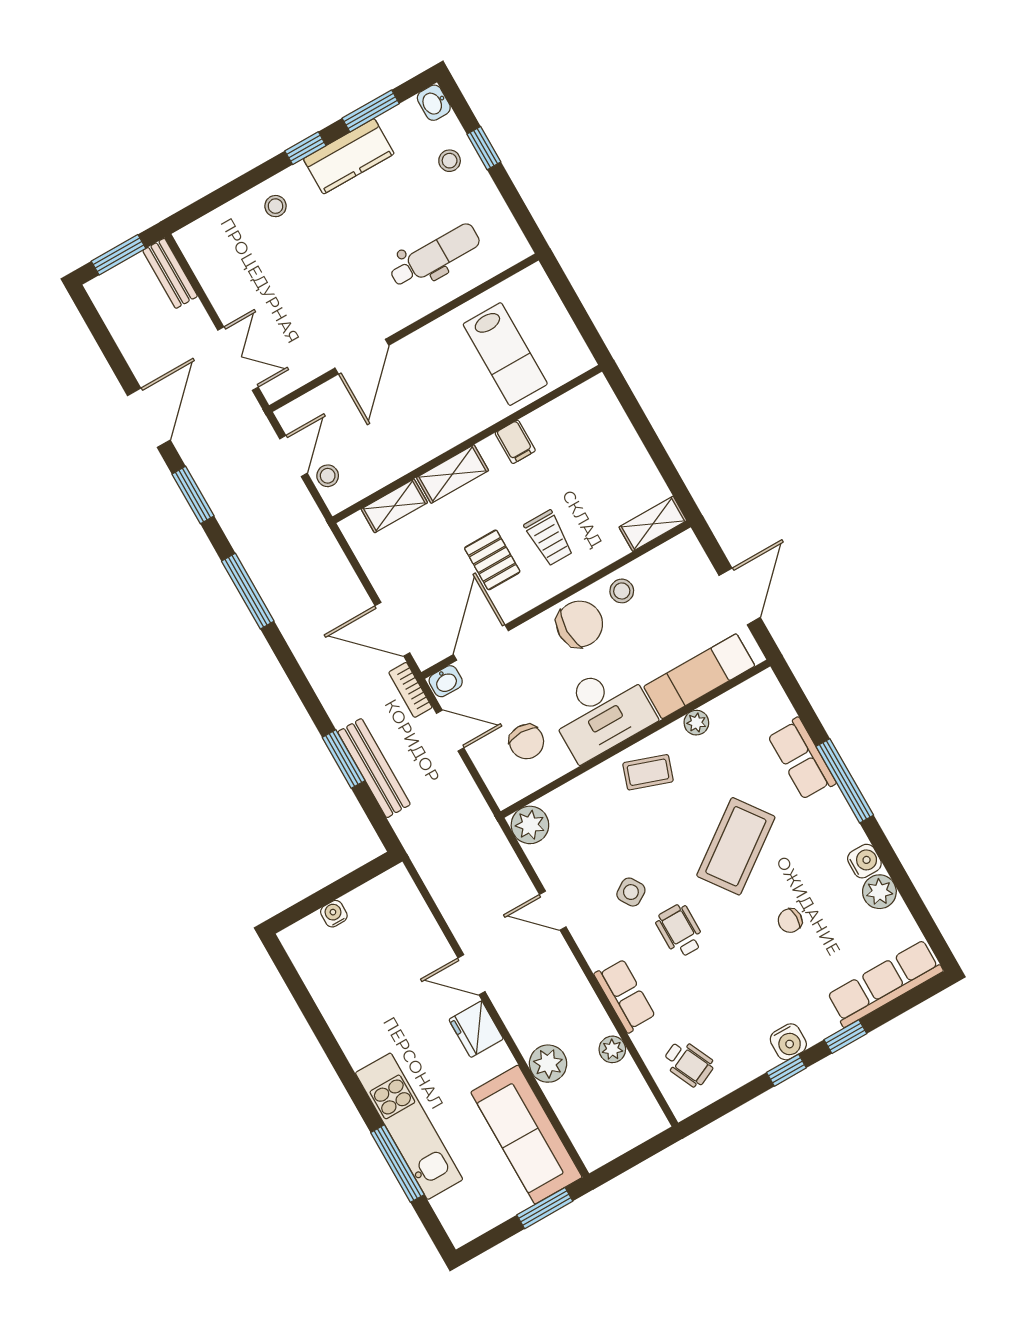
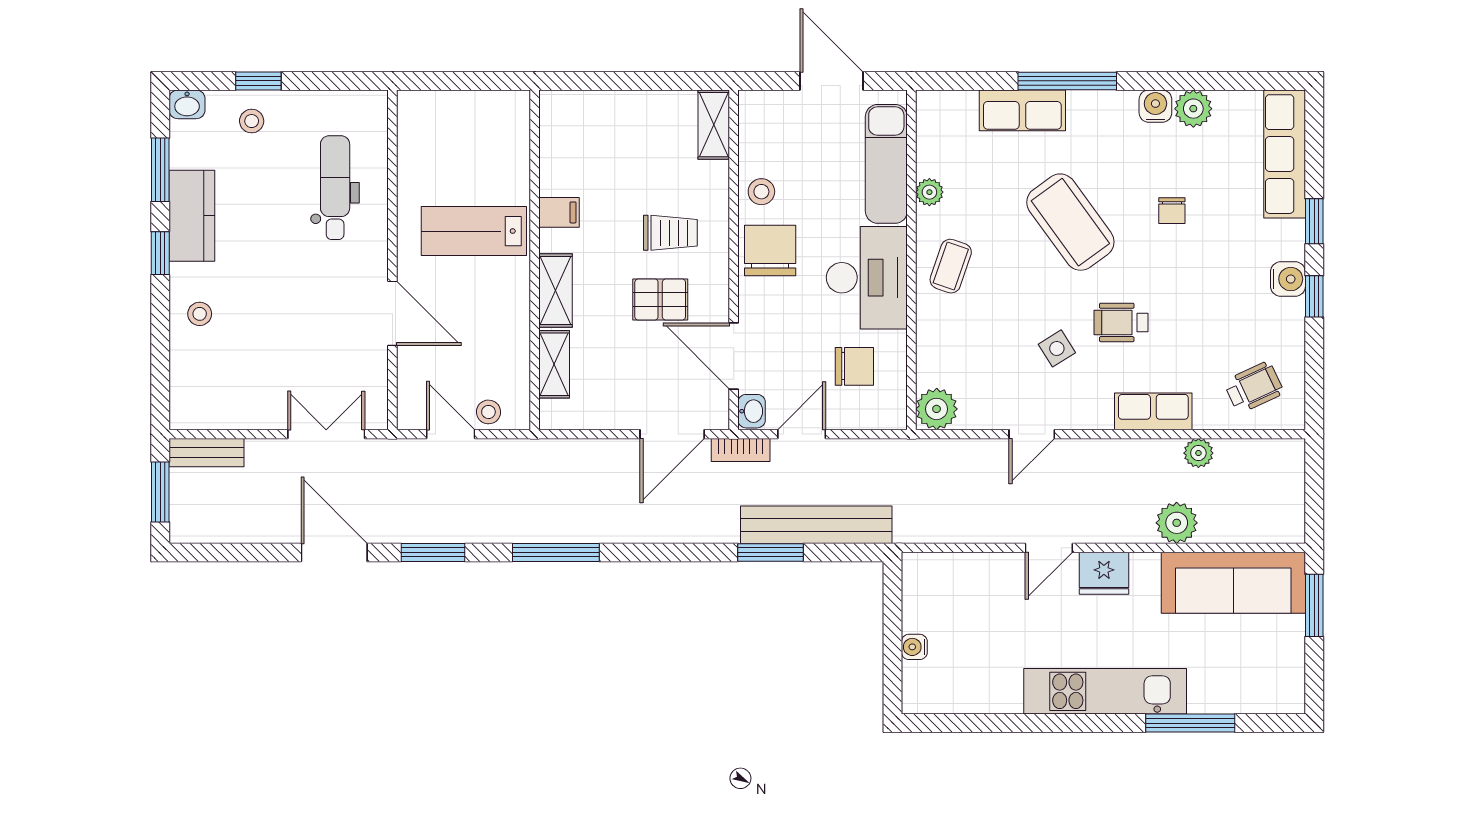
lab bench: (505, 354) -> (474, 231), moved, turned 180
bench: (374, 768) -> (816, 525), width x1.37, depth x1.21
kitchen unit: (409, 1126) -> (1105, 691), moved

